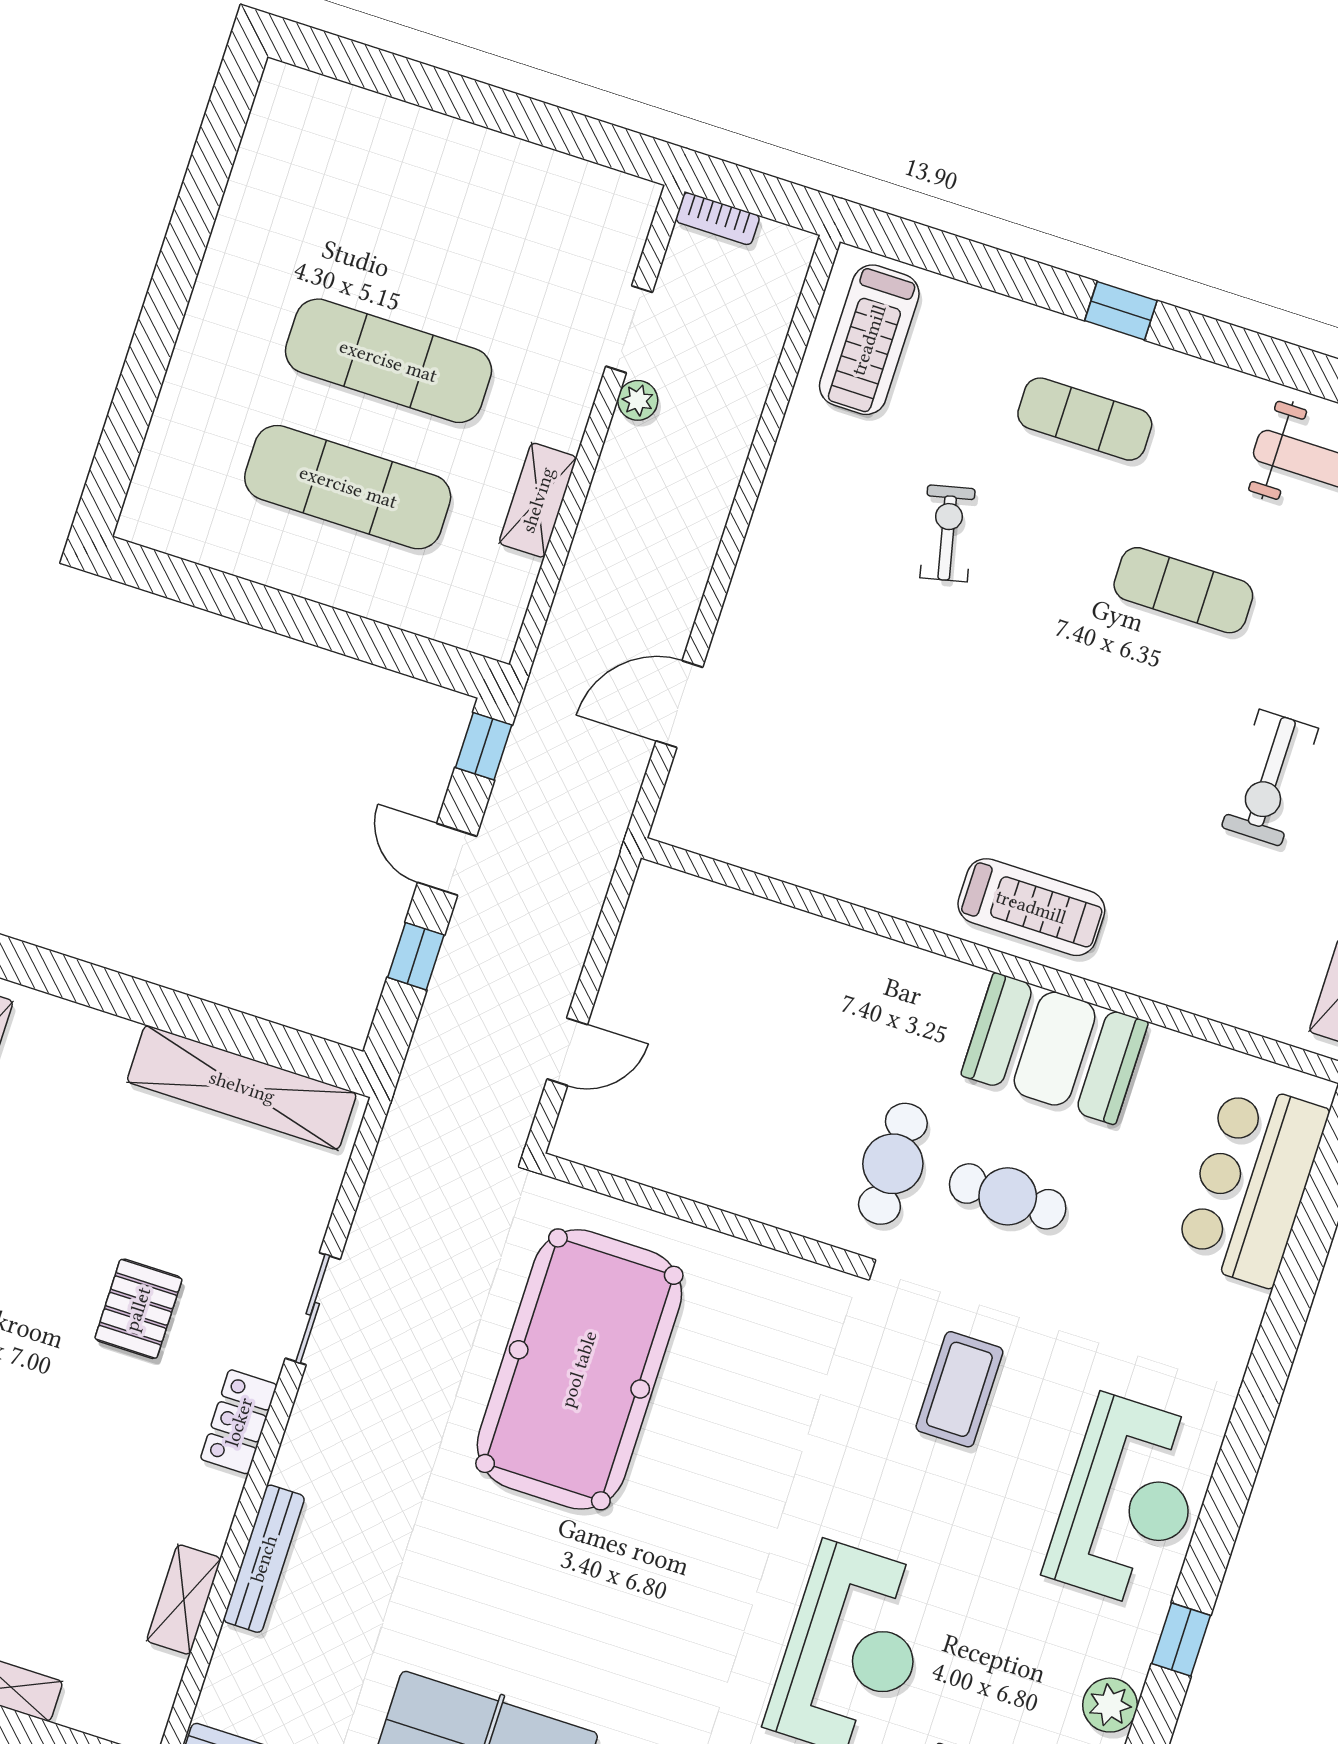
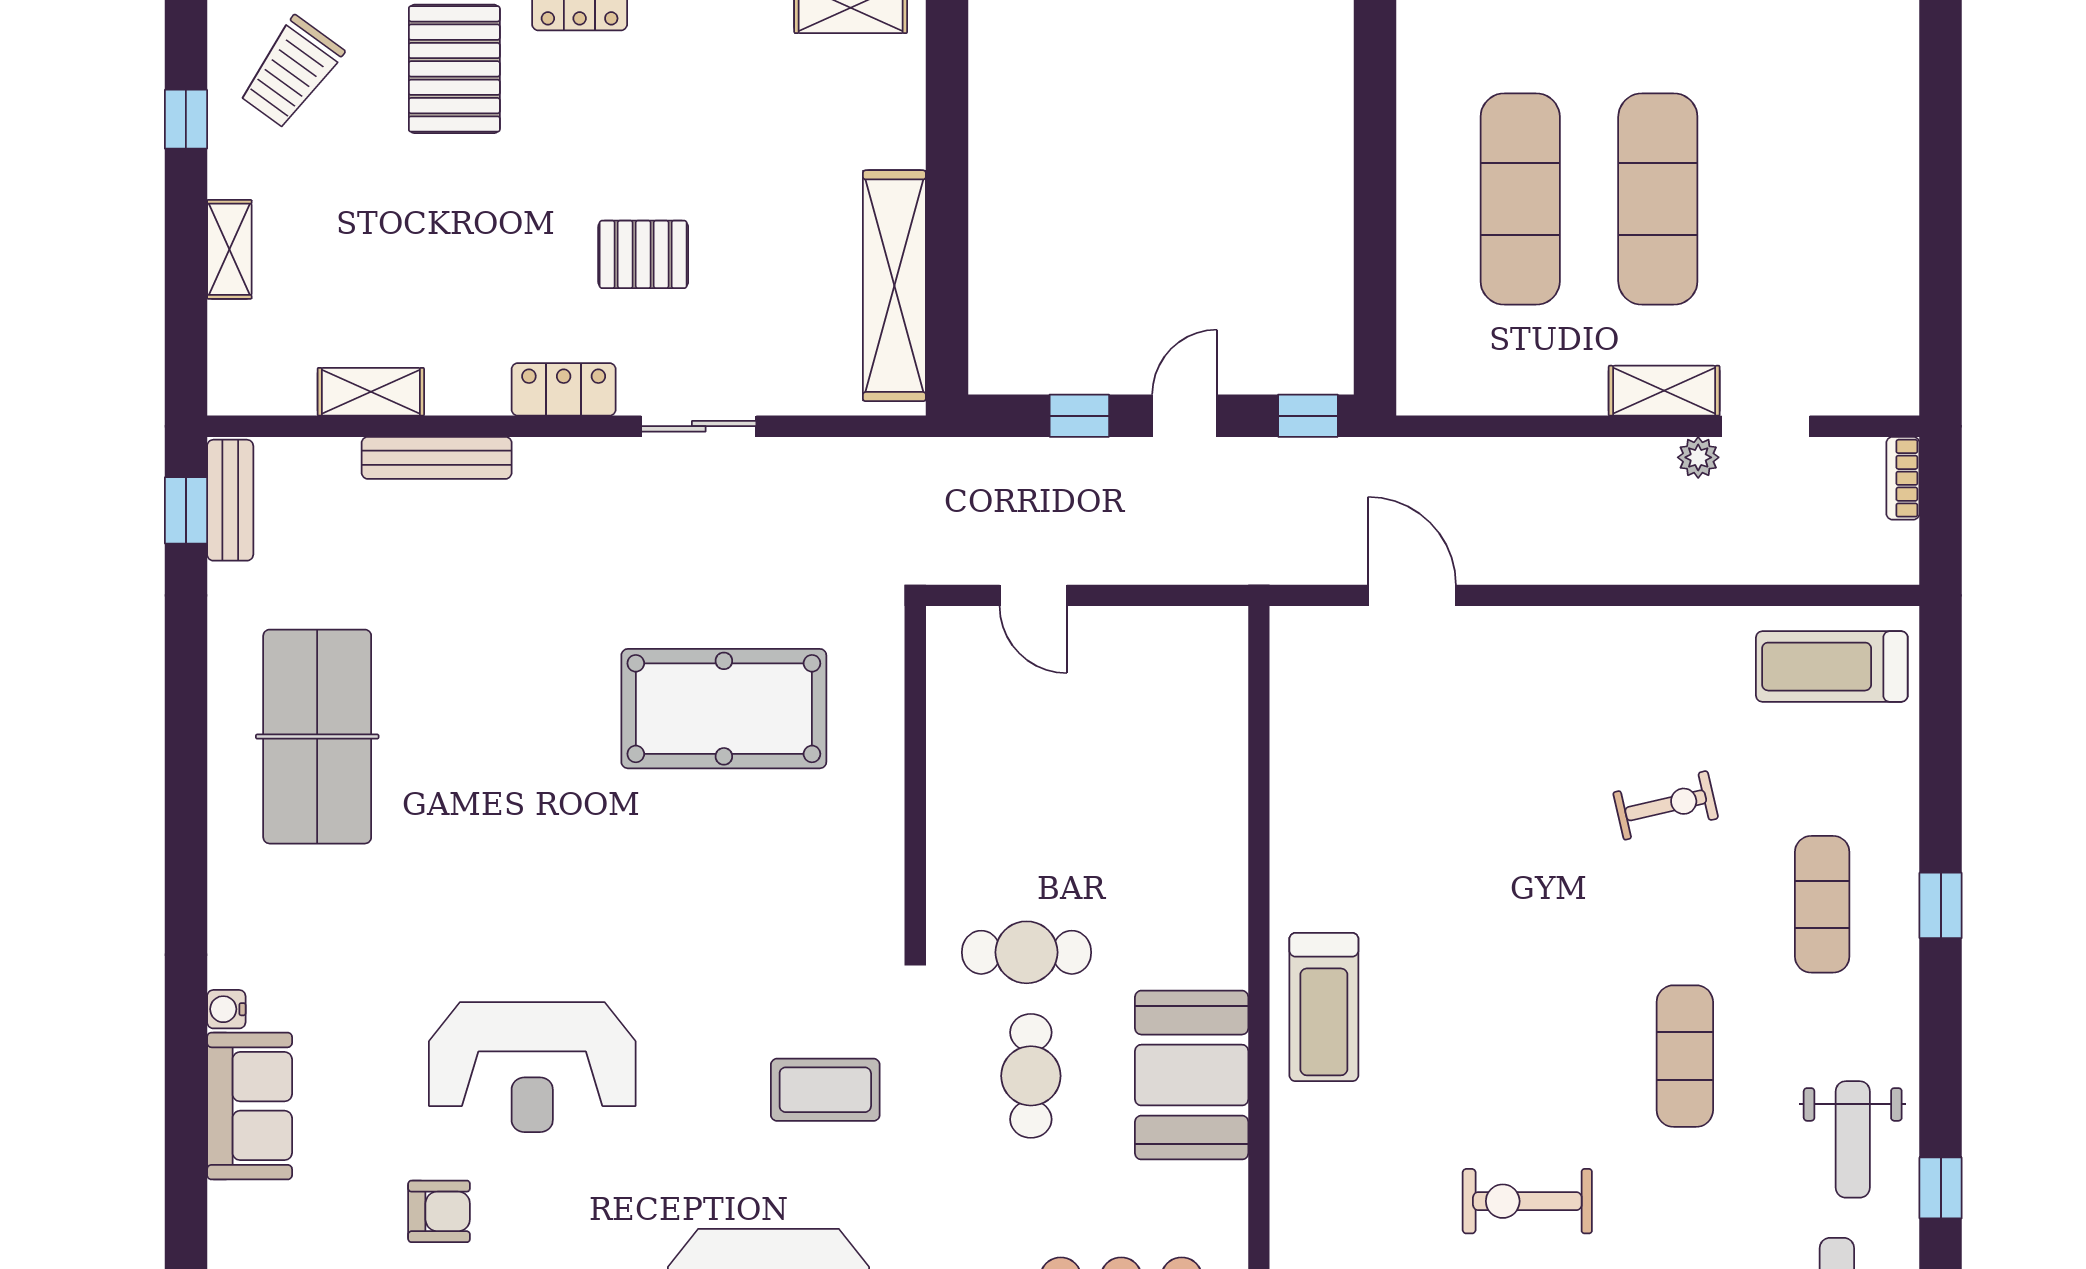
shelving: (538, 500) -> (1664, 391), moved
pool table: (579, 1369) -> (724, 709), width x0.73, depth x0.76

